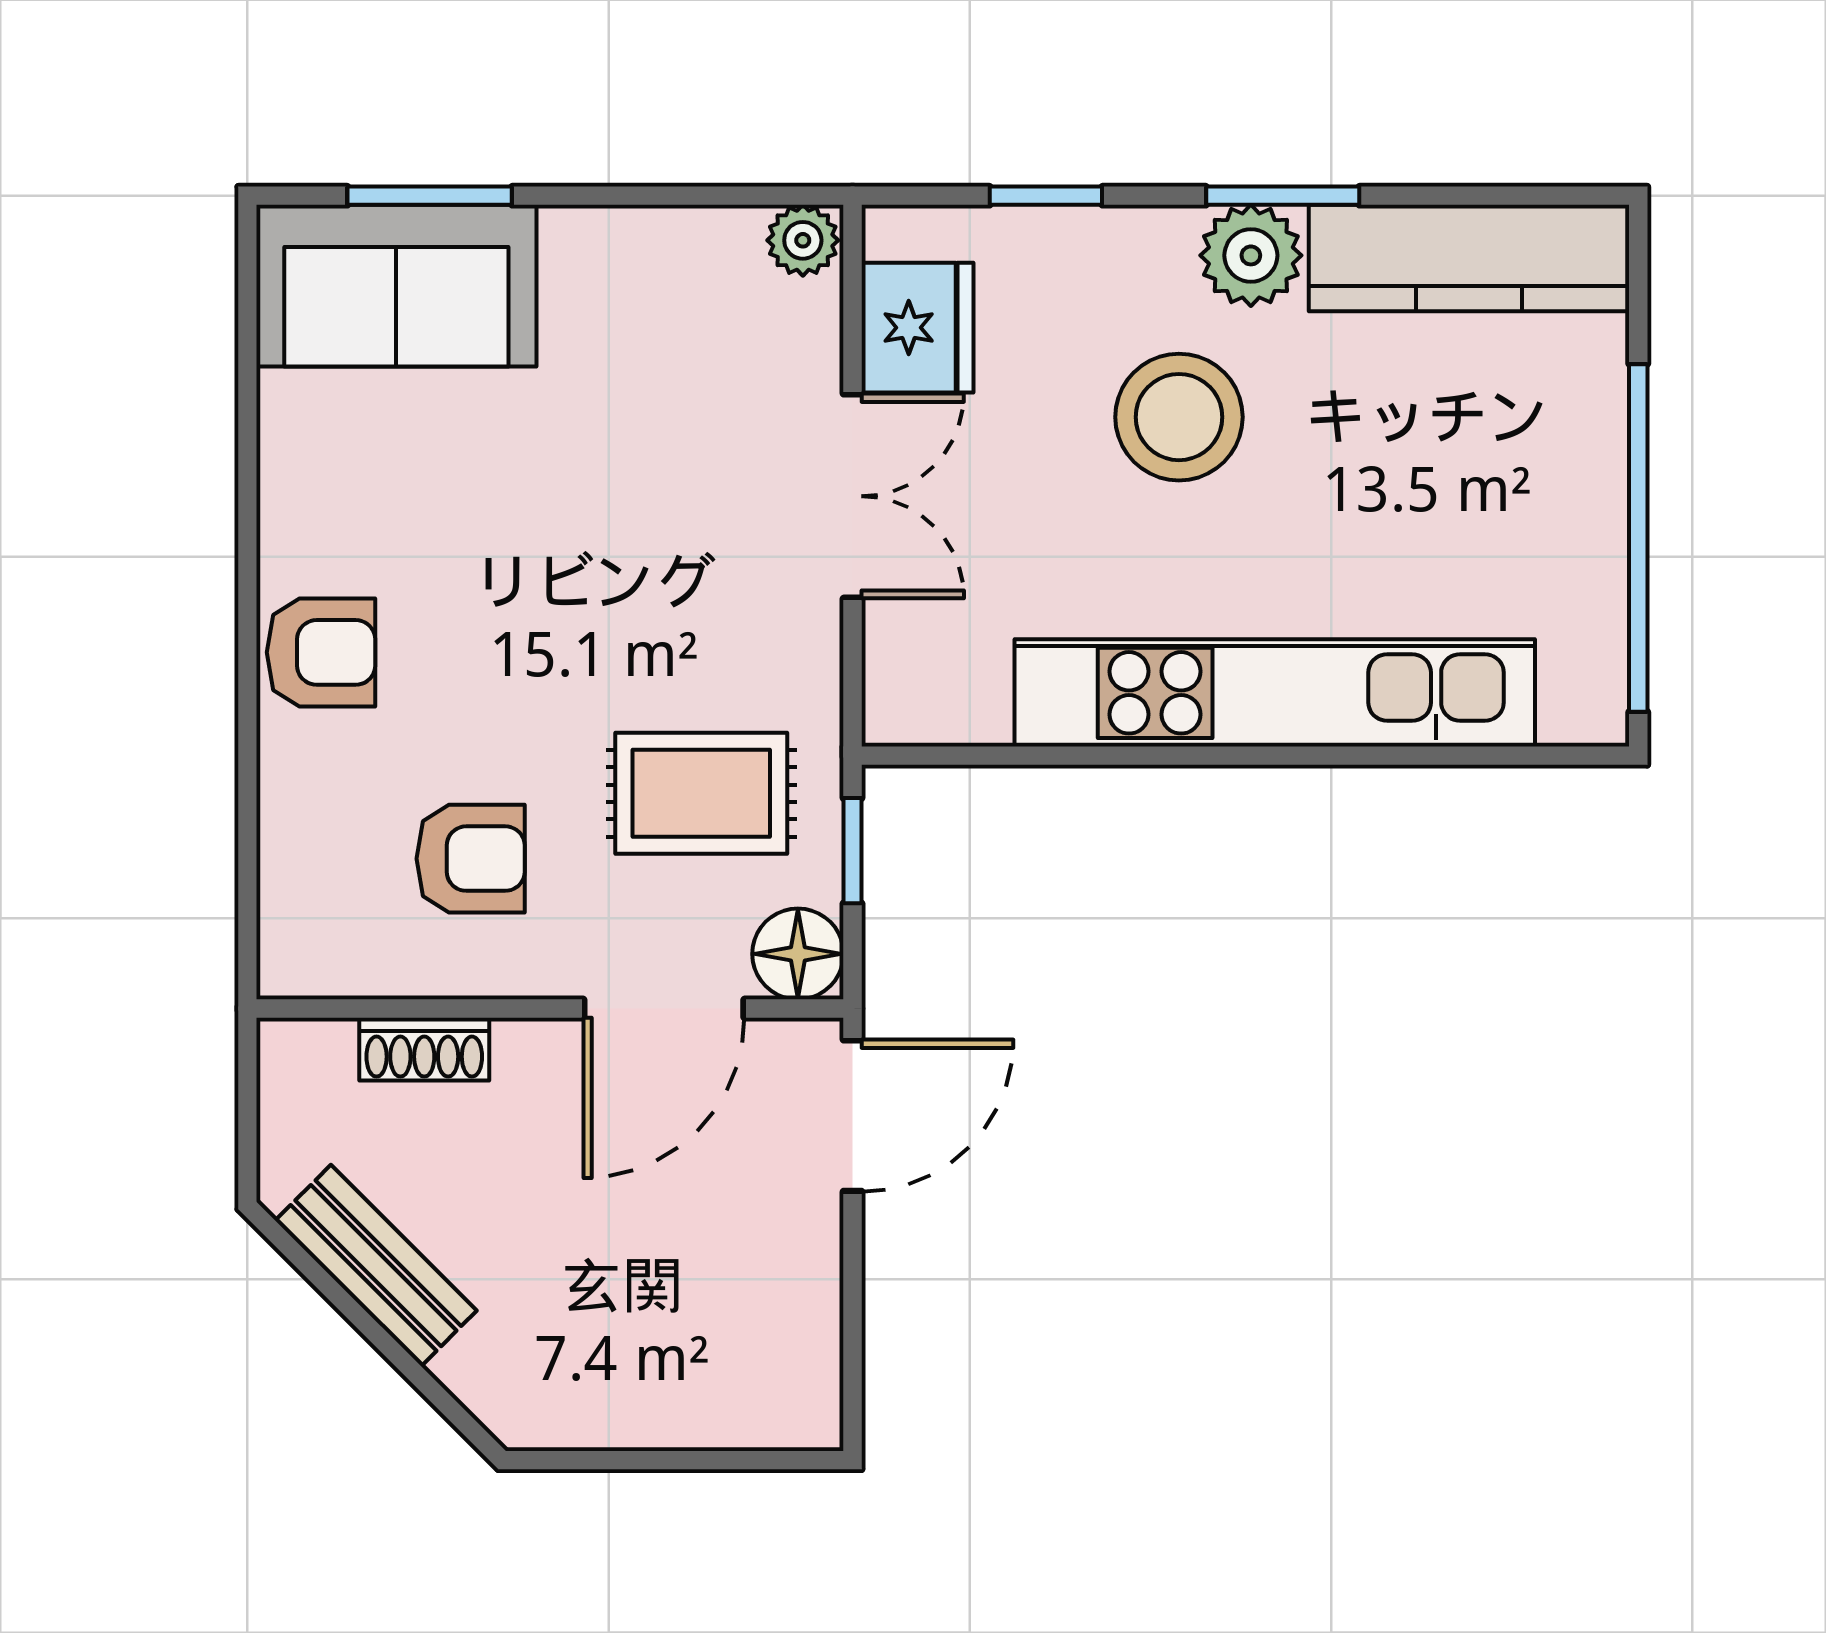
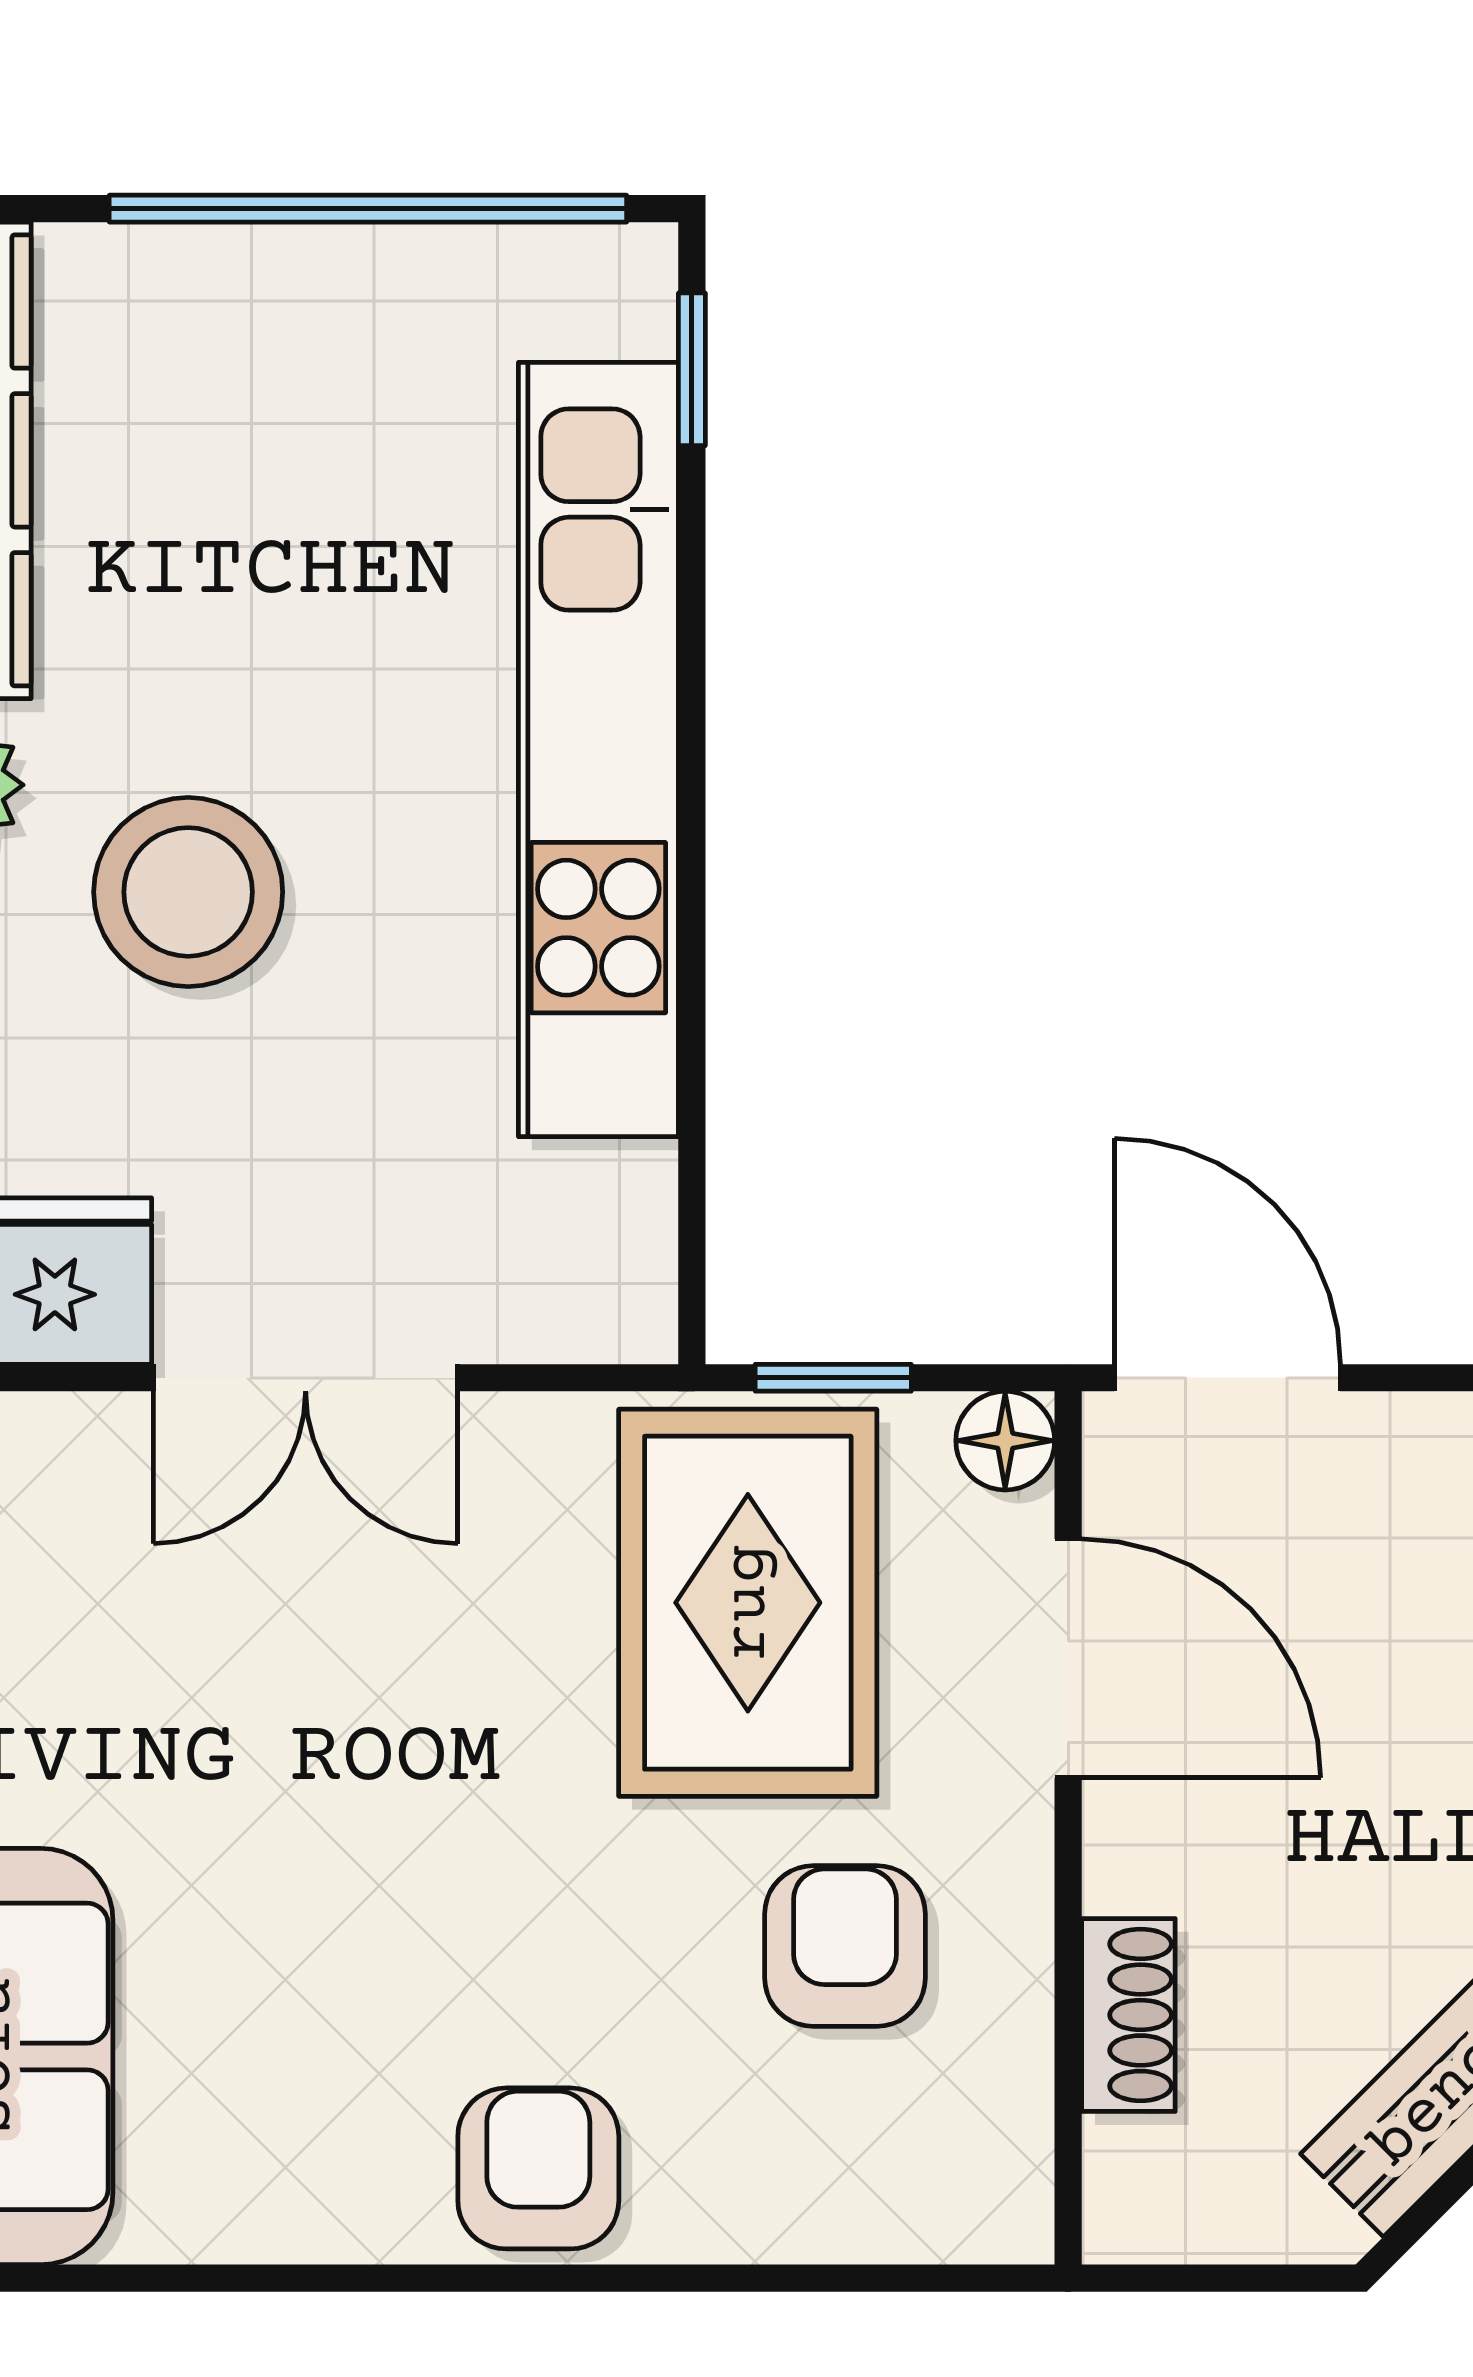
double door: (852, 496) -> (306, 1378), swing flipped
window: (1530, 756) -> (692, 369), added
rug: (701, 793) -> (748, 1603), width x1.36, depth x1.43
floor lamp: (798, 954) -> (1005, 1441), width x0.73, depth x0.73

